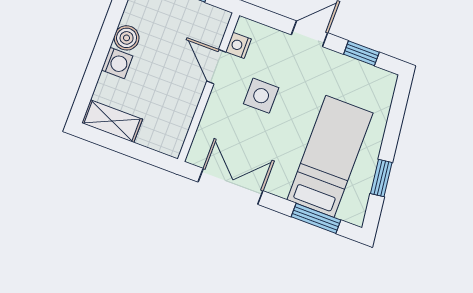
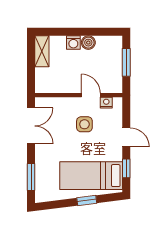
door: (216, 67) -> (91, 95), hinge flipped
bed: (330, 156) -> (91, 176), moved, turned 180
window: (381, 178) -> (87, 200), moved

